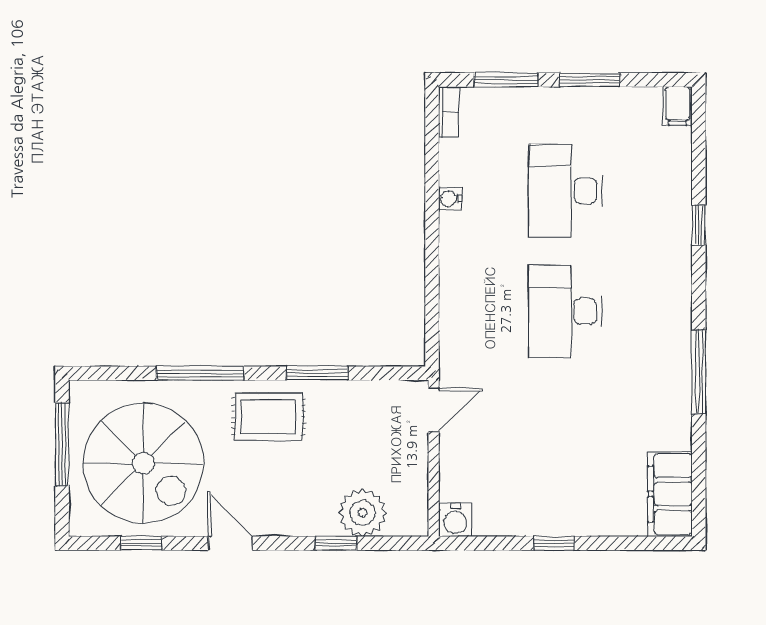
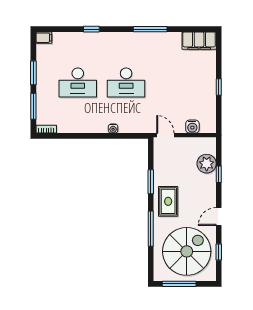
water cooler: (450, 199) -> (113, 129), moved
water cooler: (455, 520) -> (192, 127), moved, turned 90

